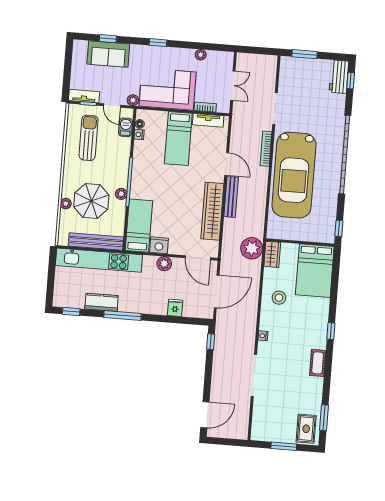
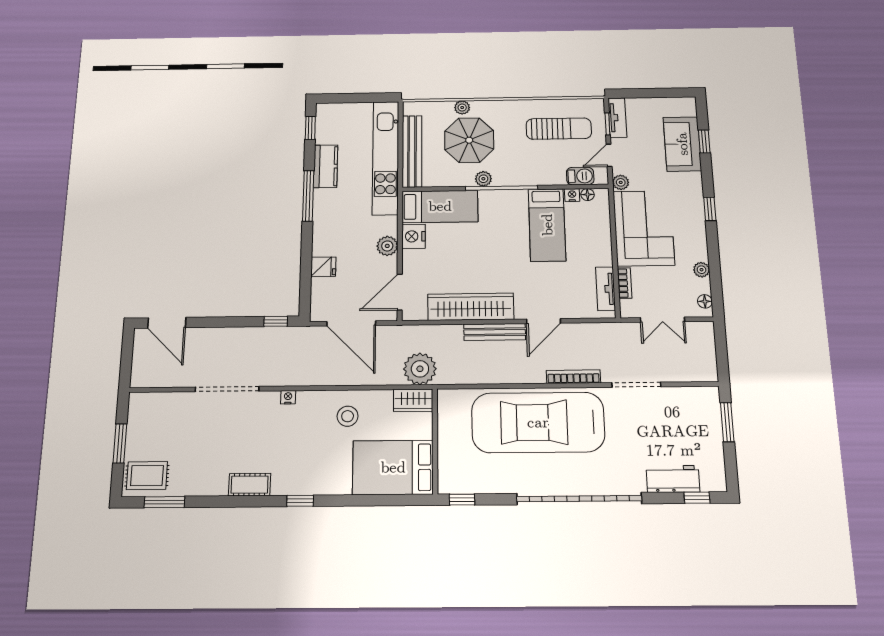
floor lamp: (223, 56) -> (705, 301), added
workbench: (339, 77) -> (673, 479), moved
bed: (178, 138) -> (547, 225), moved, turned -90

